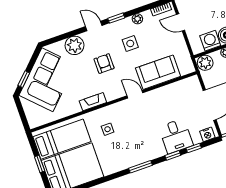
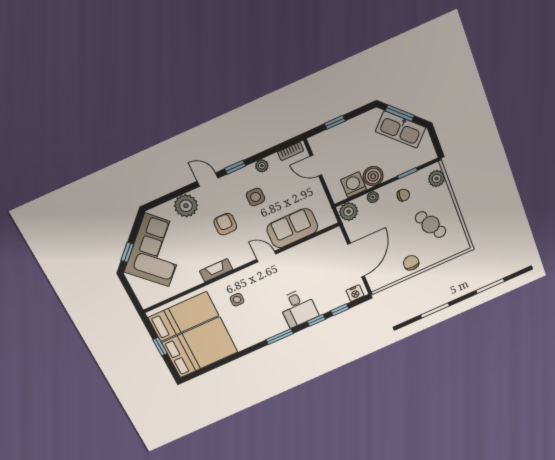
desk: (176, 136) -> (298, 308), moved

